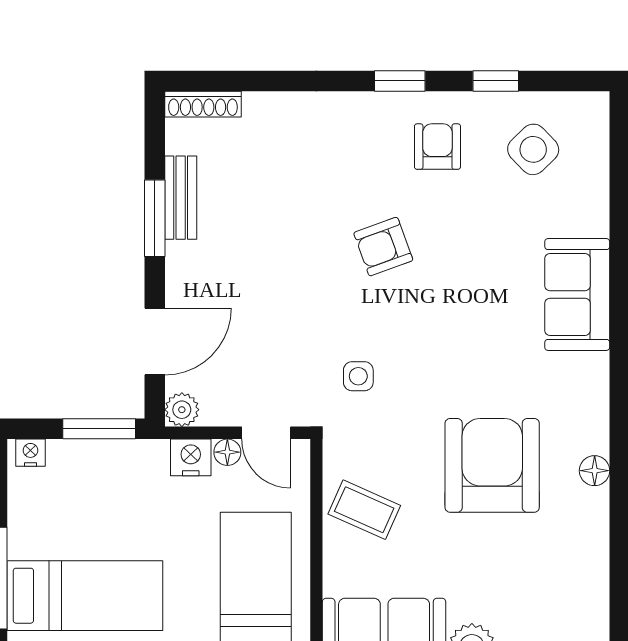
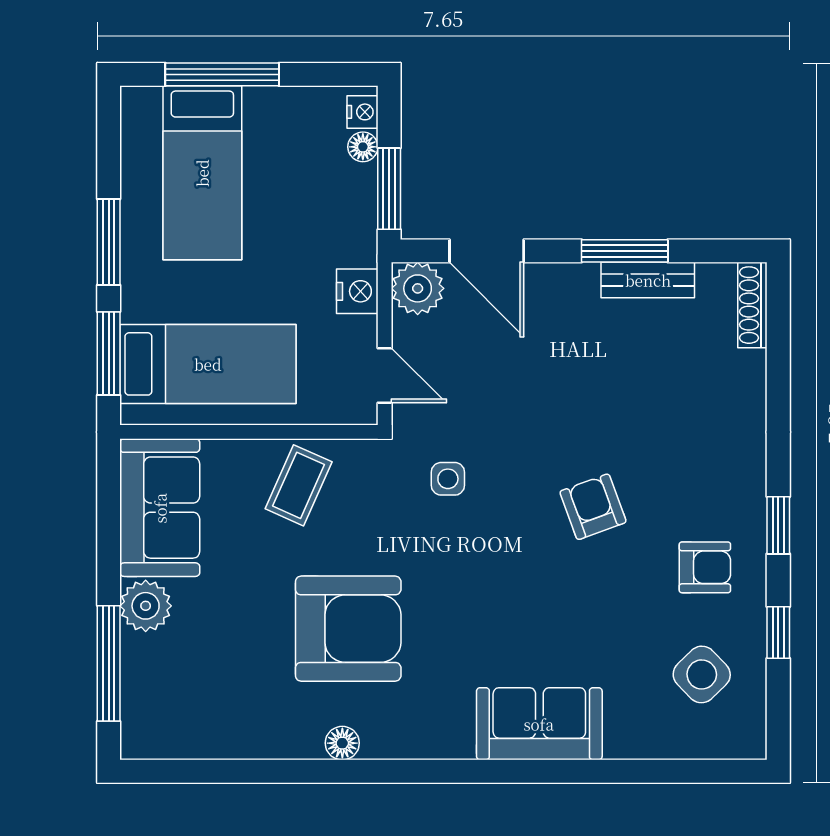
plant: (182, 410) -> (418, 288), width x1.38, depth x1.38
door: (266, 433) -> (385, 376), swing flipped
floor lamp: (227, 452) -> (363, 147), moved

